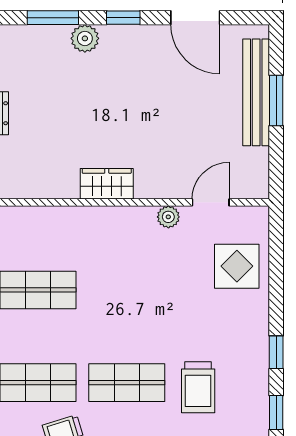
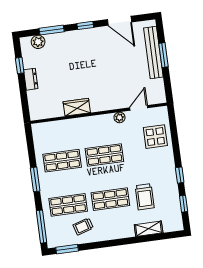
plant: (85, 38) -> (38, 42), moved
wardrobe: (107, 184) -> (77, 107), moved
shop shelf: (127, 290) -> (104, 155), added

